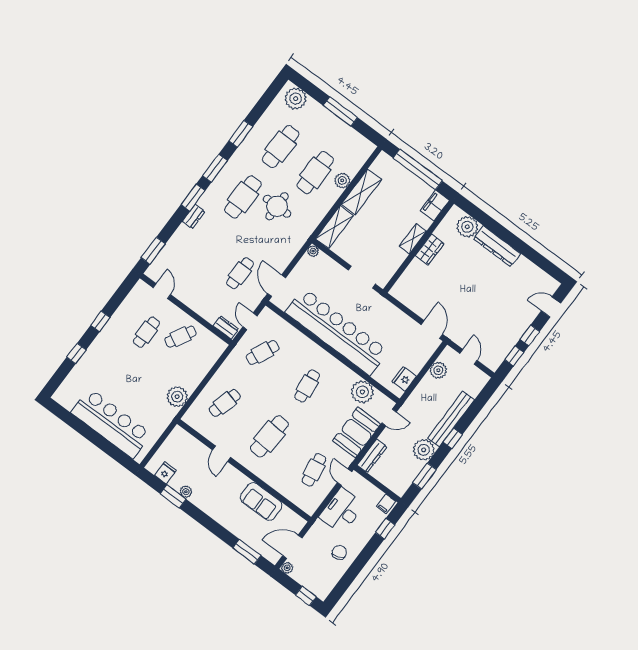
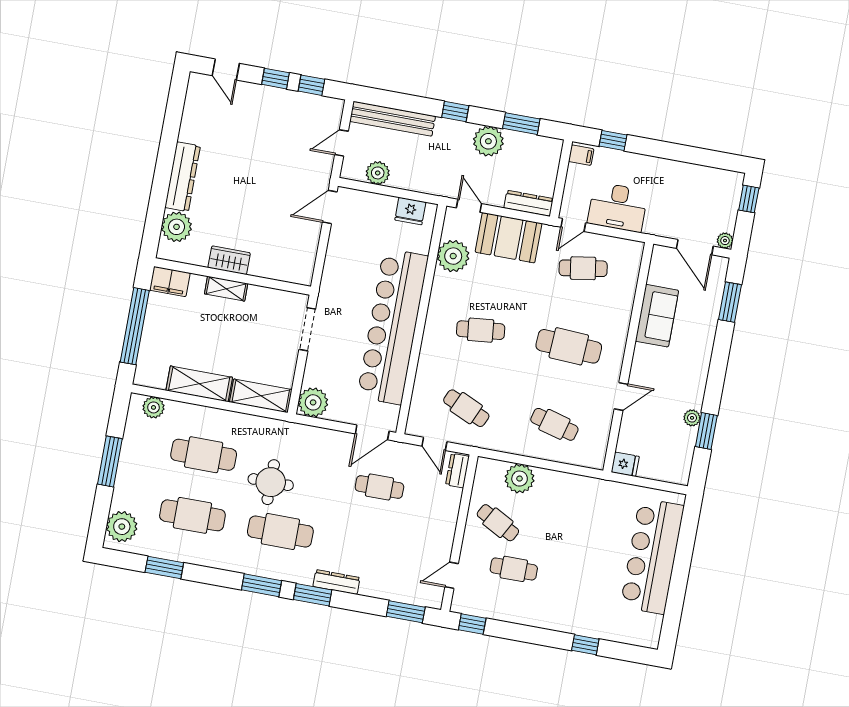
window: (241, 134) -> (164, 567), moved
plant: (342, 181) -> (153, 407), moved
dresser: (194, 216) -> (336, 582), width x1.44
plant: (313, 251) -> (313, 402), width x1.87, depth x1.87
window: (100, 321) -> (472, 624), moved
door: (250, 321) -> (434, 444), hinge flipped
plant: (177, 397) -> (520, 479), moved
bench: (451, 419) -> (393, 119), moved
fridge: (165, 473) -> (625, 464), moved, turned 180
chair: (339, 552) -> (672, 184), removed

